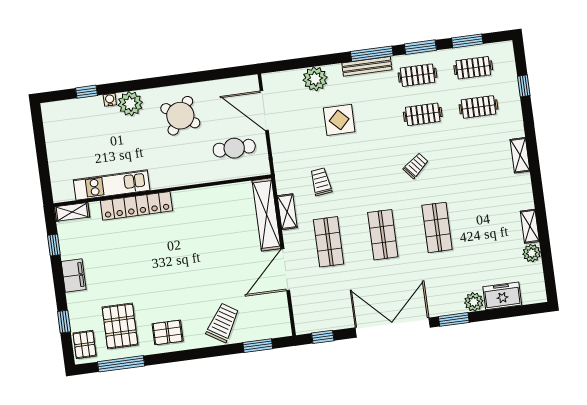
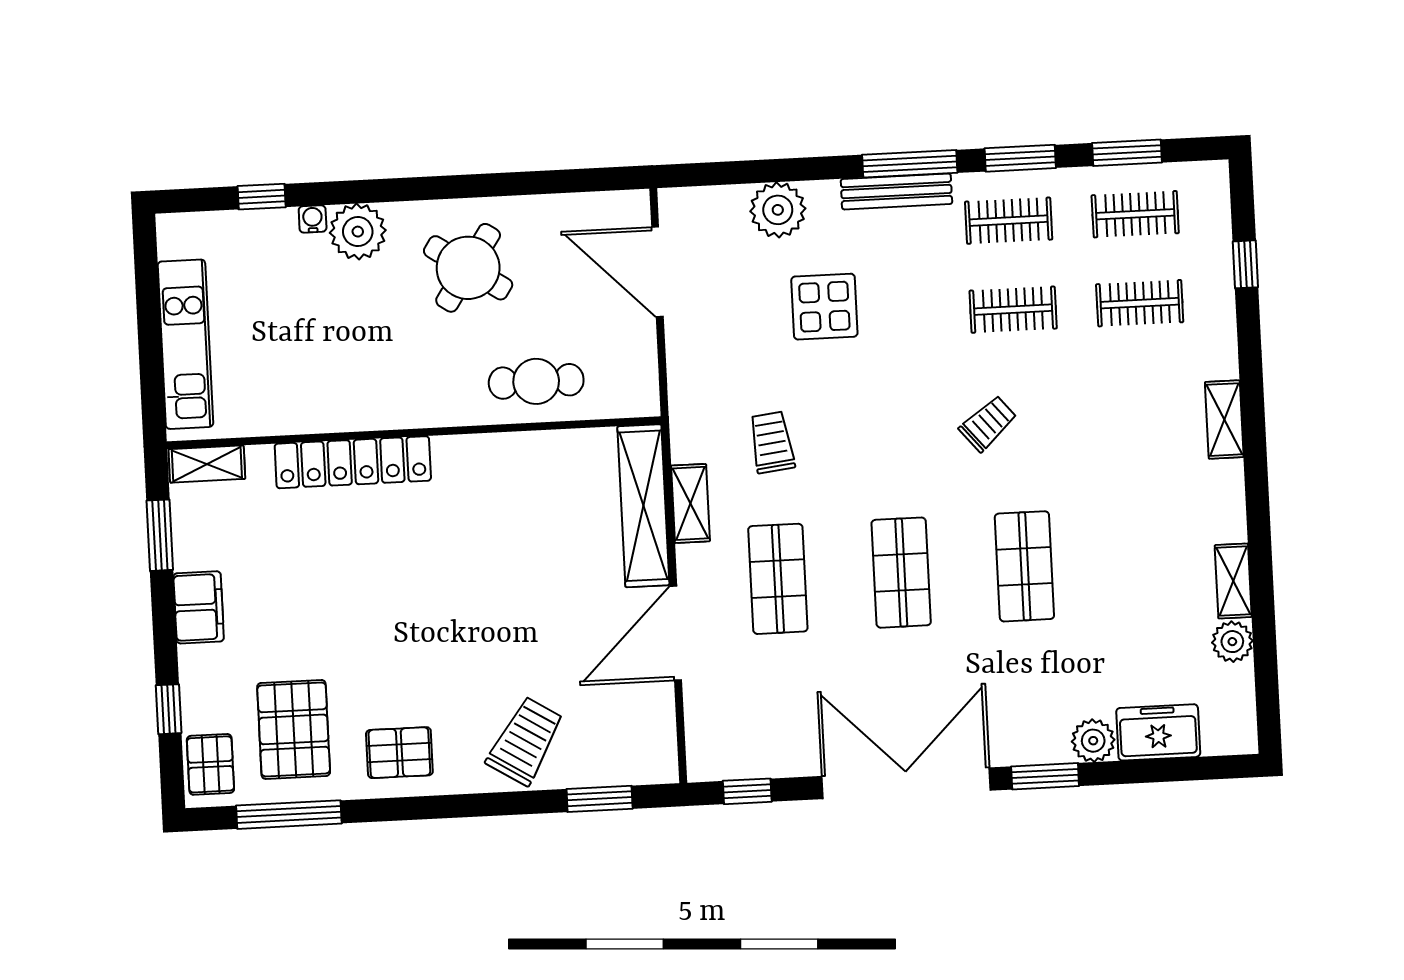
cafe table: (234, 148) -> (536, 381), moved
kitchen unit: (112, 185) -> (185, 344), moved, turned 90
window: (54, 245) -> (160, 535), width x1.50

